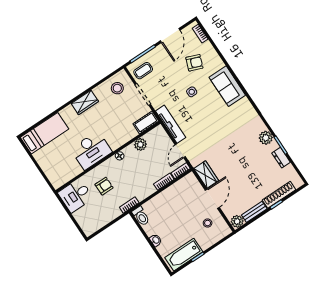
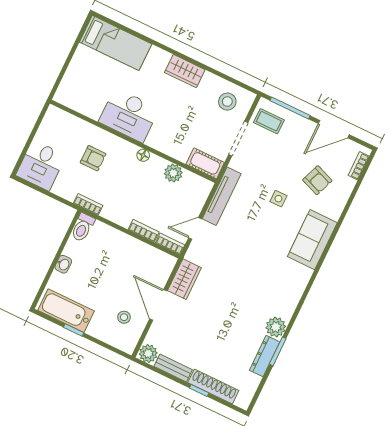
dresser: (281, 158) -> (265, 356), width x1.44
desk: (76, 195) -> (41, 165), moved, turned -90
door: (212, 199) -> (158, 305), swing flipped

